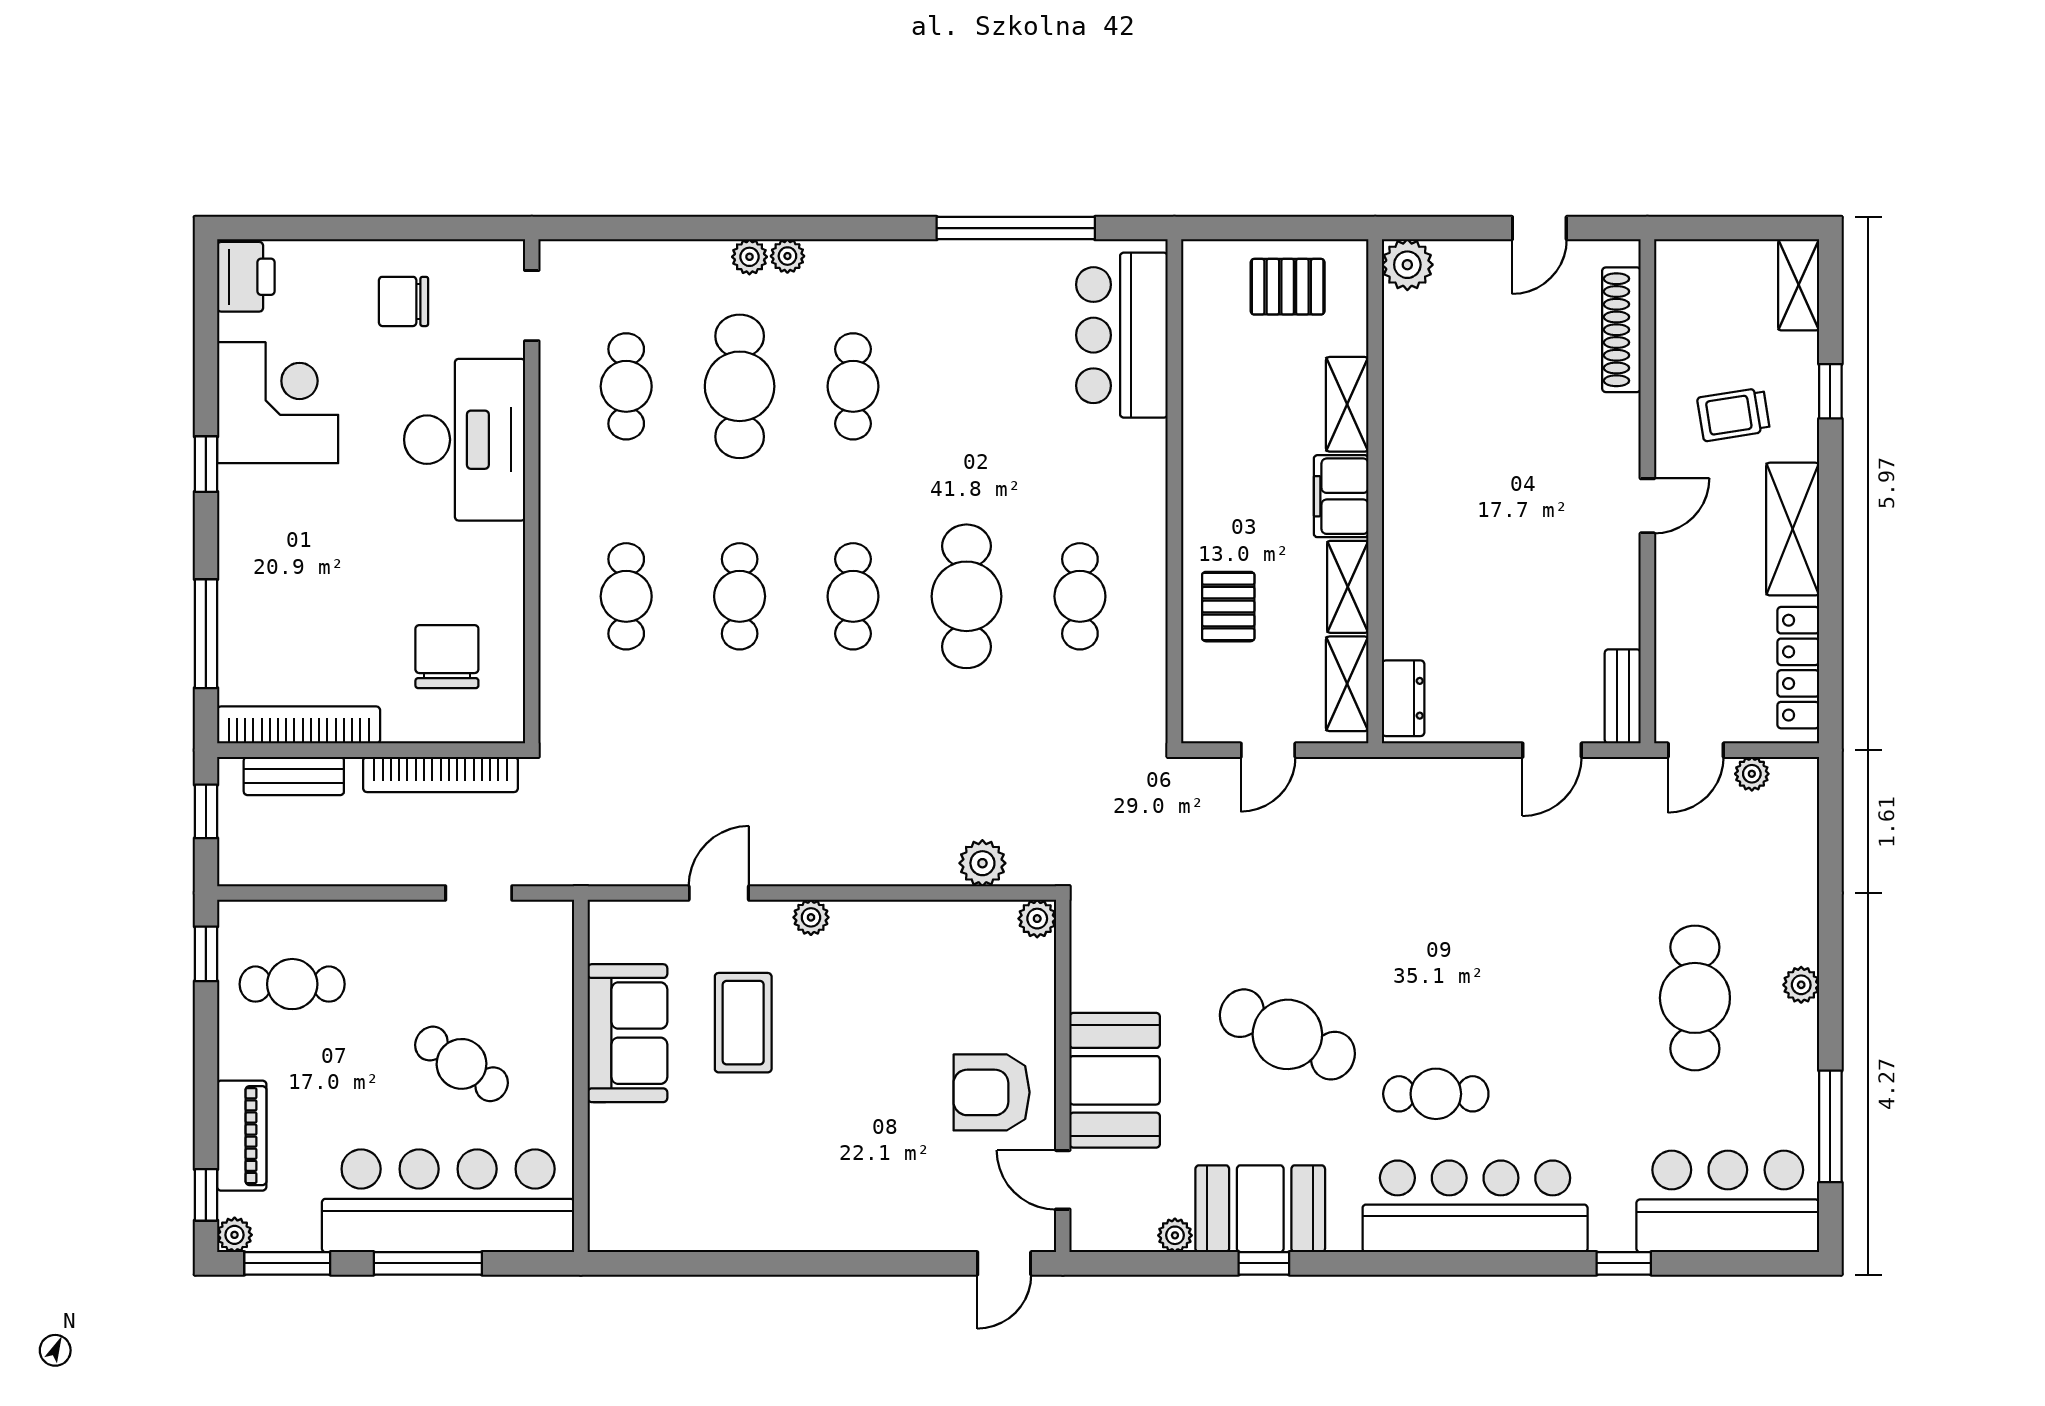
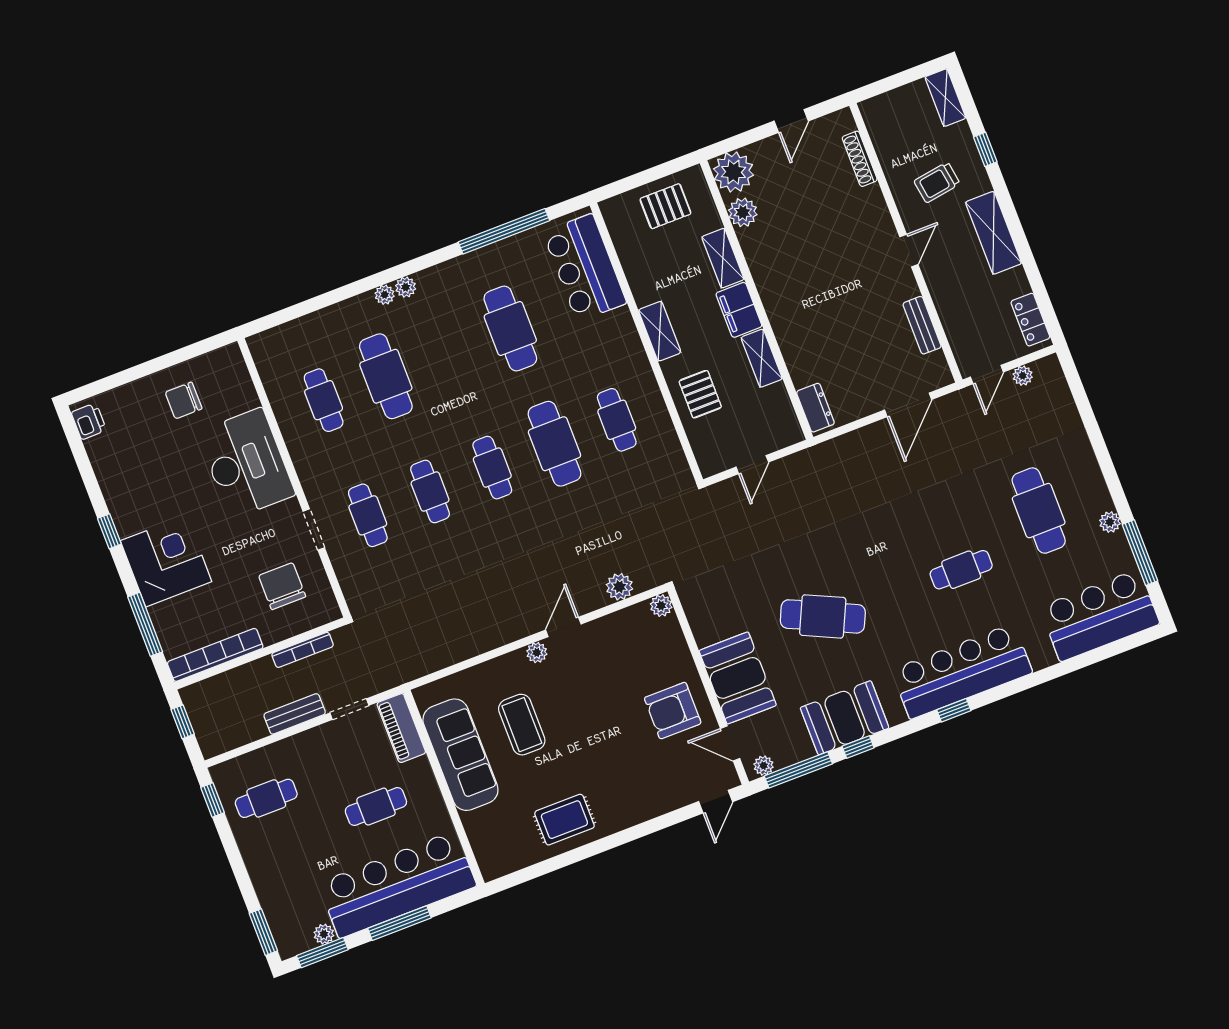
plant: (749, 257) -> (406, 287), moved
plant: (1407, 265) -> (734, 172), width x1.36, depth x1.36
printer: (246, 277) -> (89, 421), width x0.73, depth x0.81
doorway: (532, 306) -> (314, 529), moved
shoe rack: (1621, 330) -> (860, 159), width x0.74, depth x0.81
plant: (1407, 344) -> (743, 212), added
cafe table: (853, 386) -> (510, 328), moved, width x1.37, depth x1.35
corner desk: (278, 403) -> (166, 561), moved
locker: (1798, 668) -> (1030, 320), width x0.66
shelving: (1347, 684) -> (660, 331), moved
bench: (1623, 696) -> (922, 325), moved
door: (1552, 750) -> (908, 405), width x1.38
bookcase: (441, 774) -> (303, 650), width x0.68, depth x0.76
bench: (294, 776) -> (295, 714), moved
door: (719, 893) -> (563, 627), moved
plant: (1801, 985) -> (1110, 522), moved
sofa: (627, 1033) -> (460, 755), width x1.36
cafe table: (462, 1064) -> (376, 807), turned -34
cafe table: (1436, 1094) -> (961, 570), moved
piano: (242, 1136) -> (401, 728), moved, turned 180
window: (206, 1195) -> (263, 932), width x1.50
rug: (753, 1200) -> (564, 820), added
plant: (235, 1235) -> (324, 934), moved
plant: (1175, 1235) -> (764, 766), moved
window: (1155, 1263) -> (798, 770), added
window: (1624, 1263) -> (954, 710), moved

